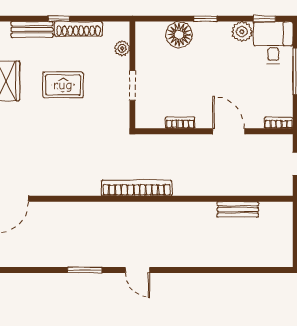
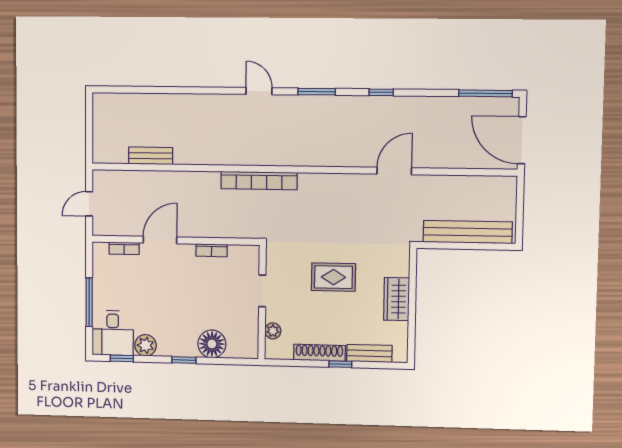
rug: (63, 85) -> (333, 277), moved
bookcase: (279, 123) -> (124, 248), moved
door: (229, 131) -> (160, 240), swing flipped
window: (26, 270) -> (381, 92), added

